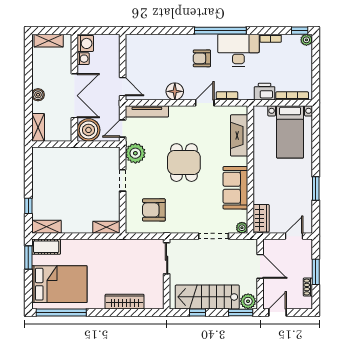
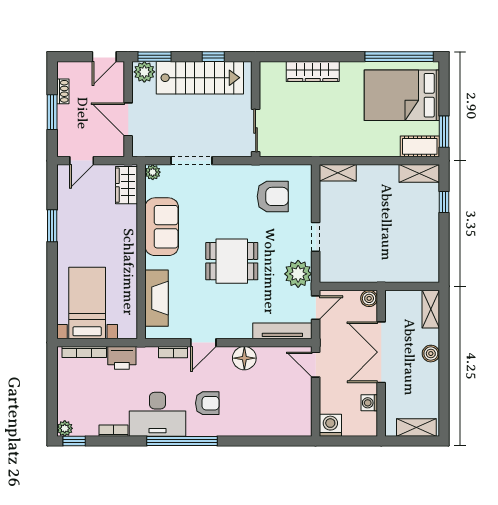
washing machine: (85, 43) -> (330, 425), moved, turned 90
boiler: (89, 130) -> (369, 298), width x0.54, depth x0.54
dining table: (184, 163) -> (232, 261), turned 90

